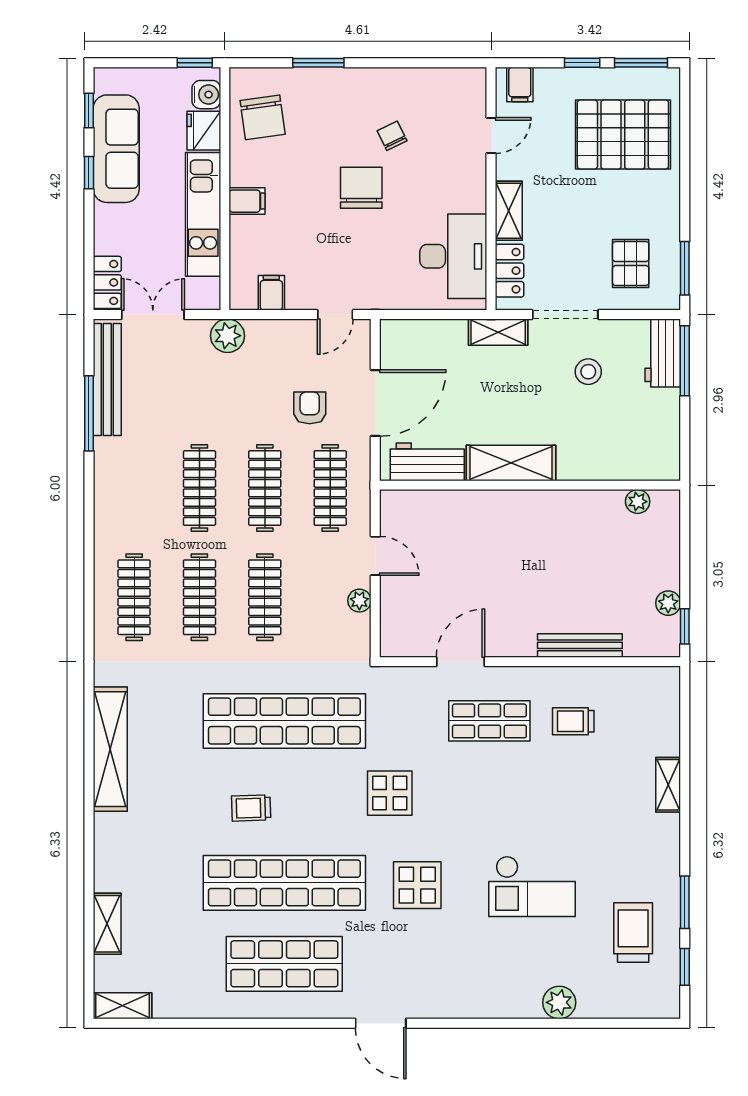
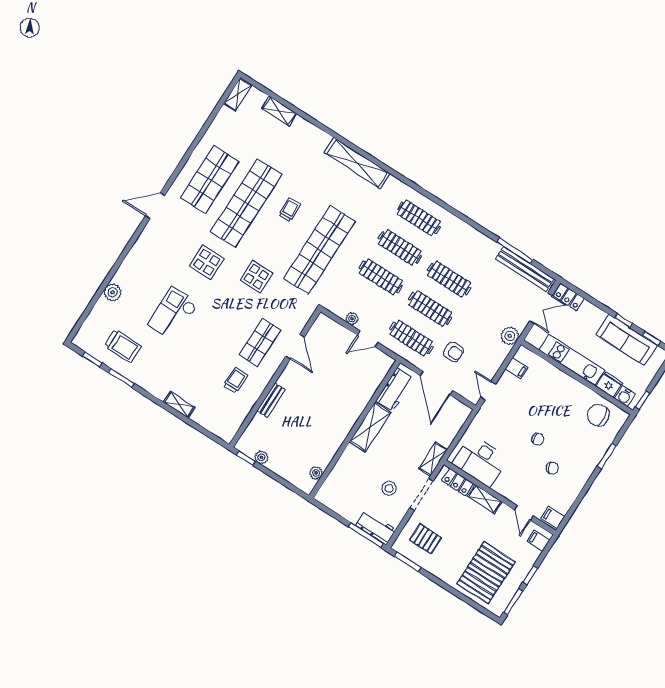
chair: (361, 188) -> (538, 439), width x0.54, depth x0.54
filing cabinet: (247, 201) -> (553, 518), moved, turned 90
bench: (580, 645) -> (271, 400), width x0.73

